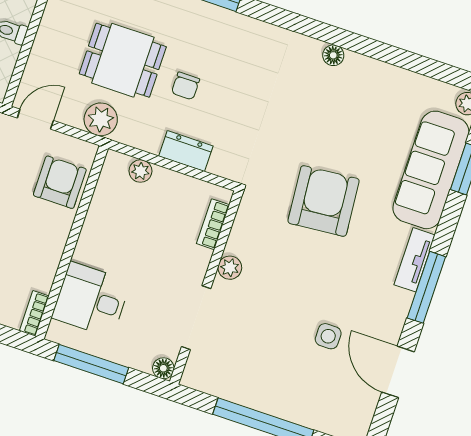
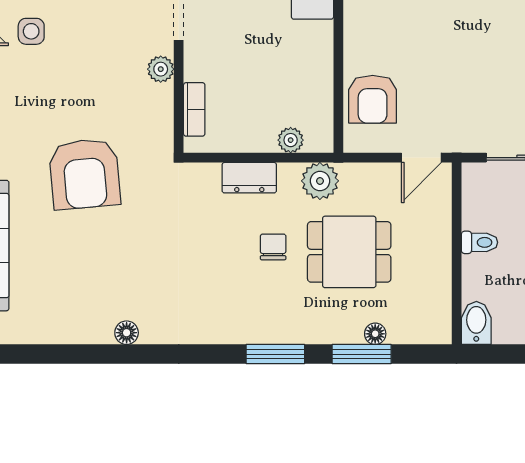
plant: (101, 119) -> (320, 181), moved

